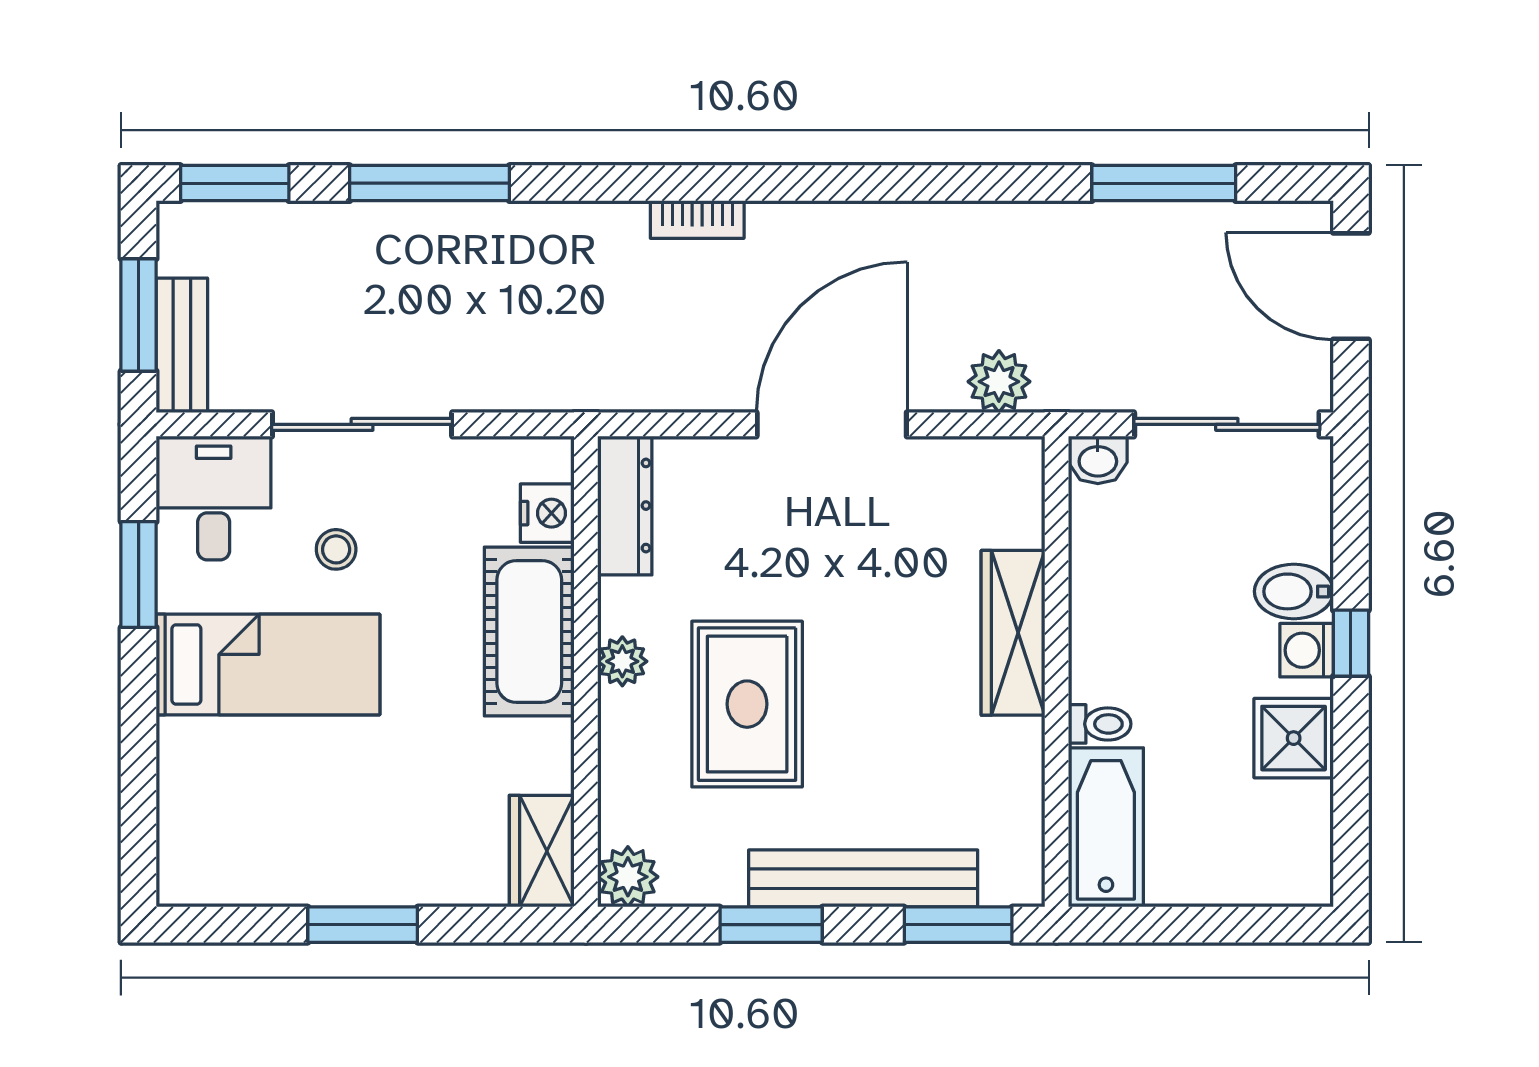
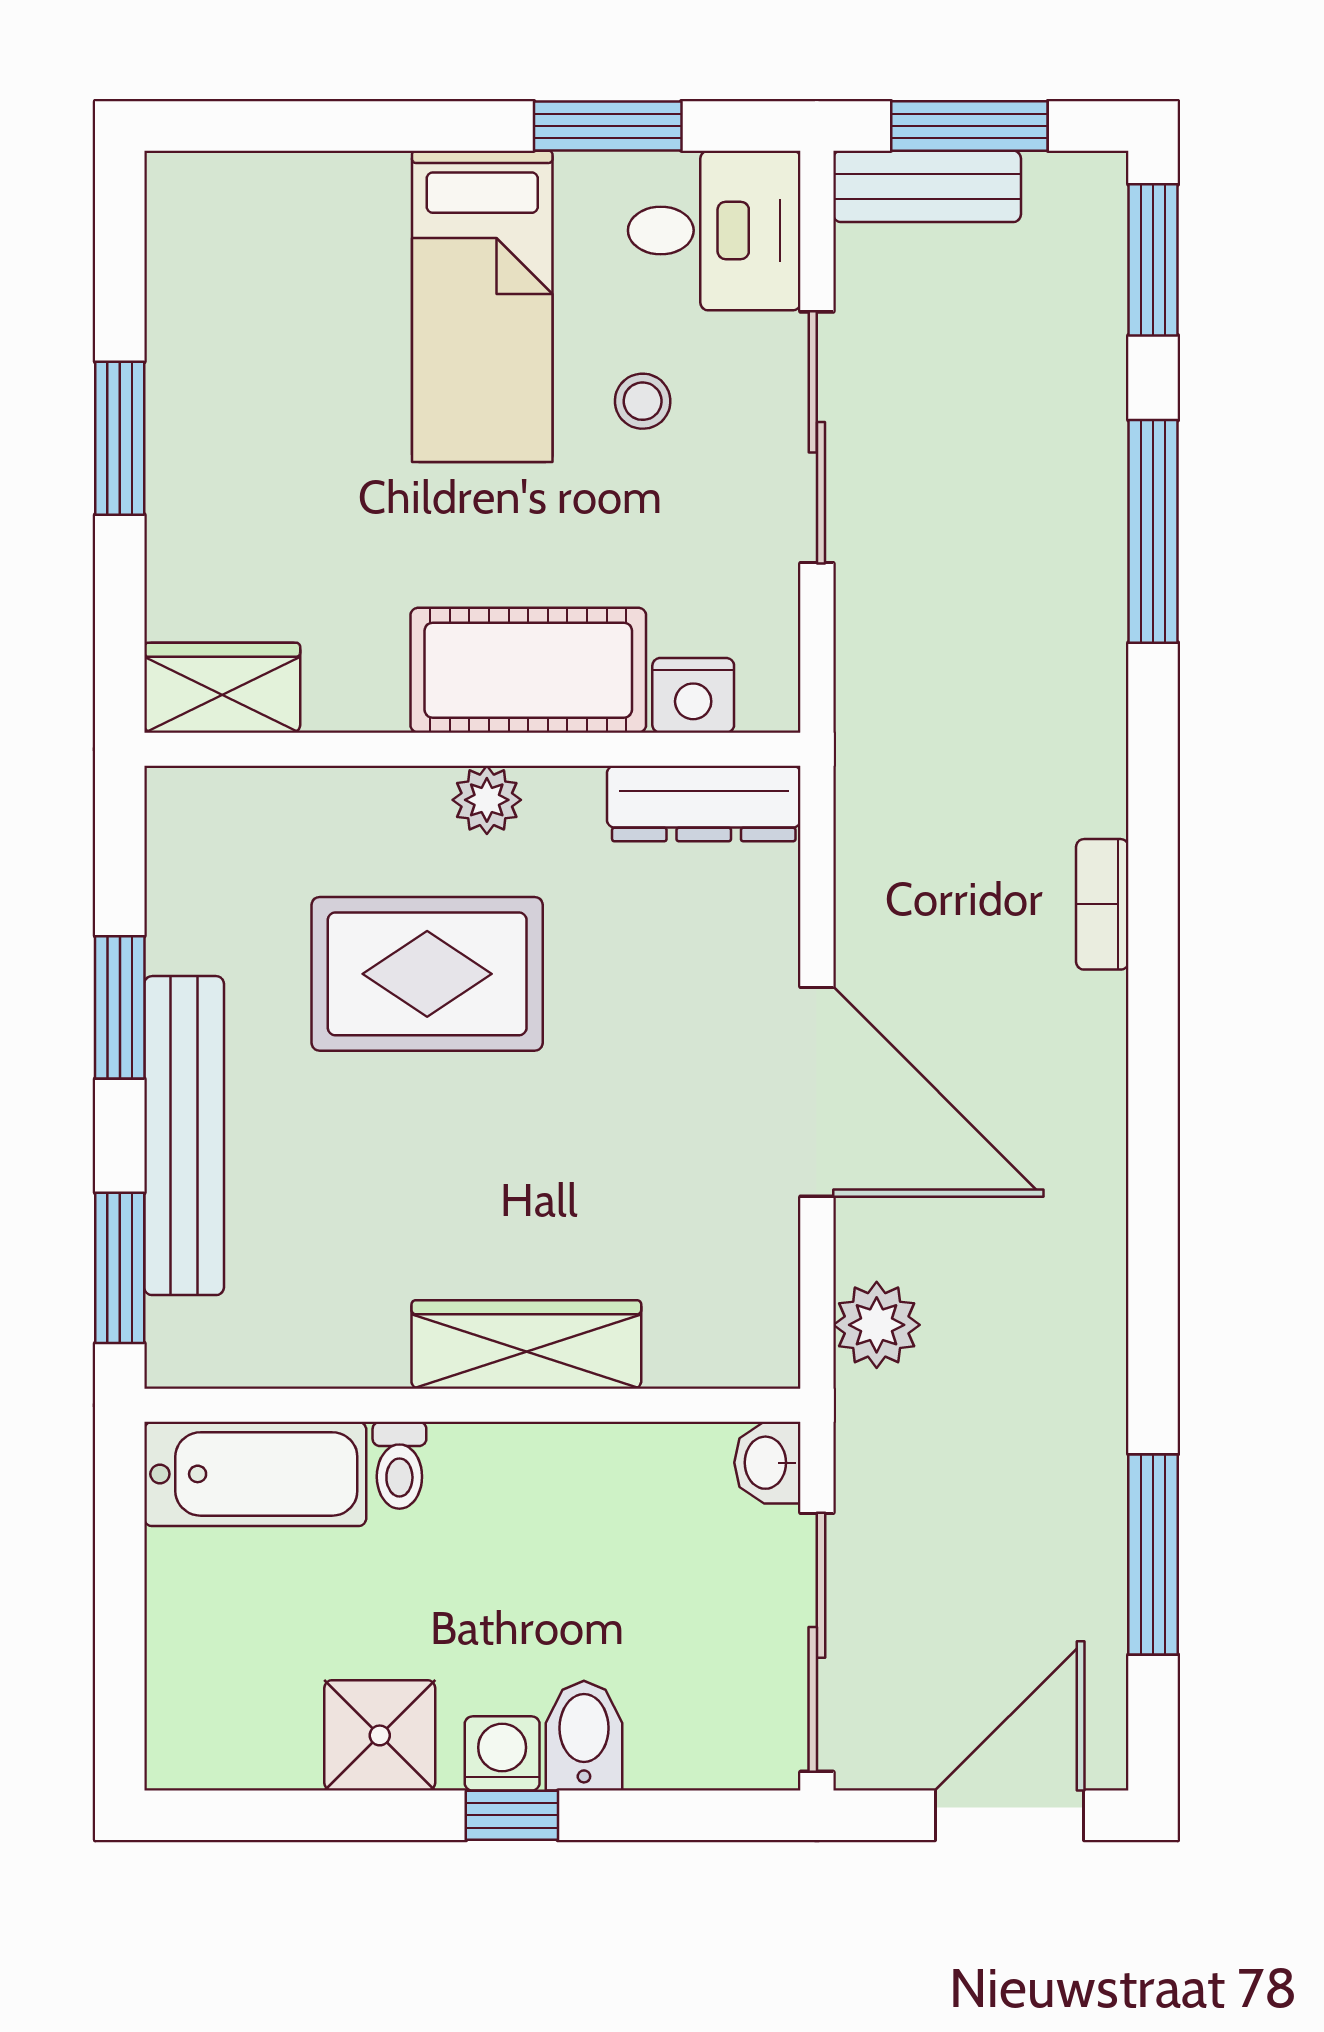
plant: (628, 877) -> (186, 808), removed

